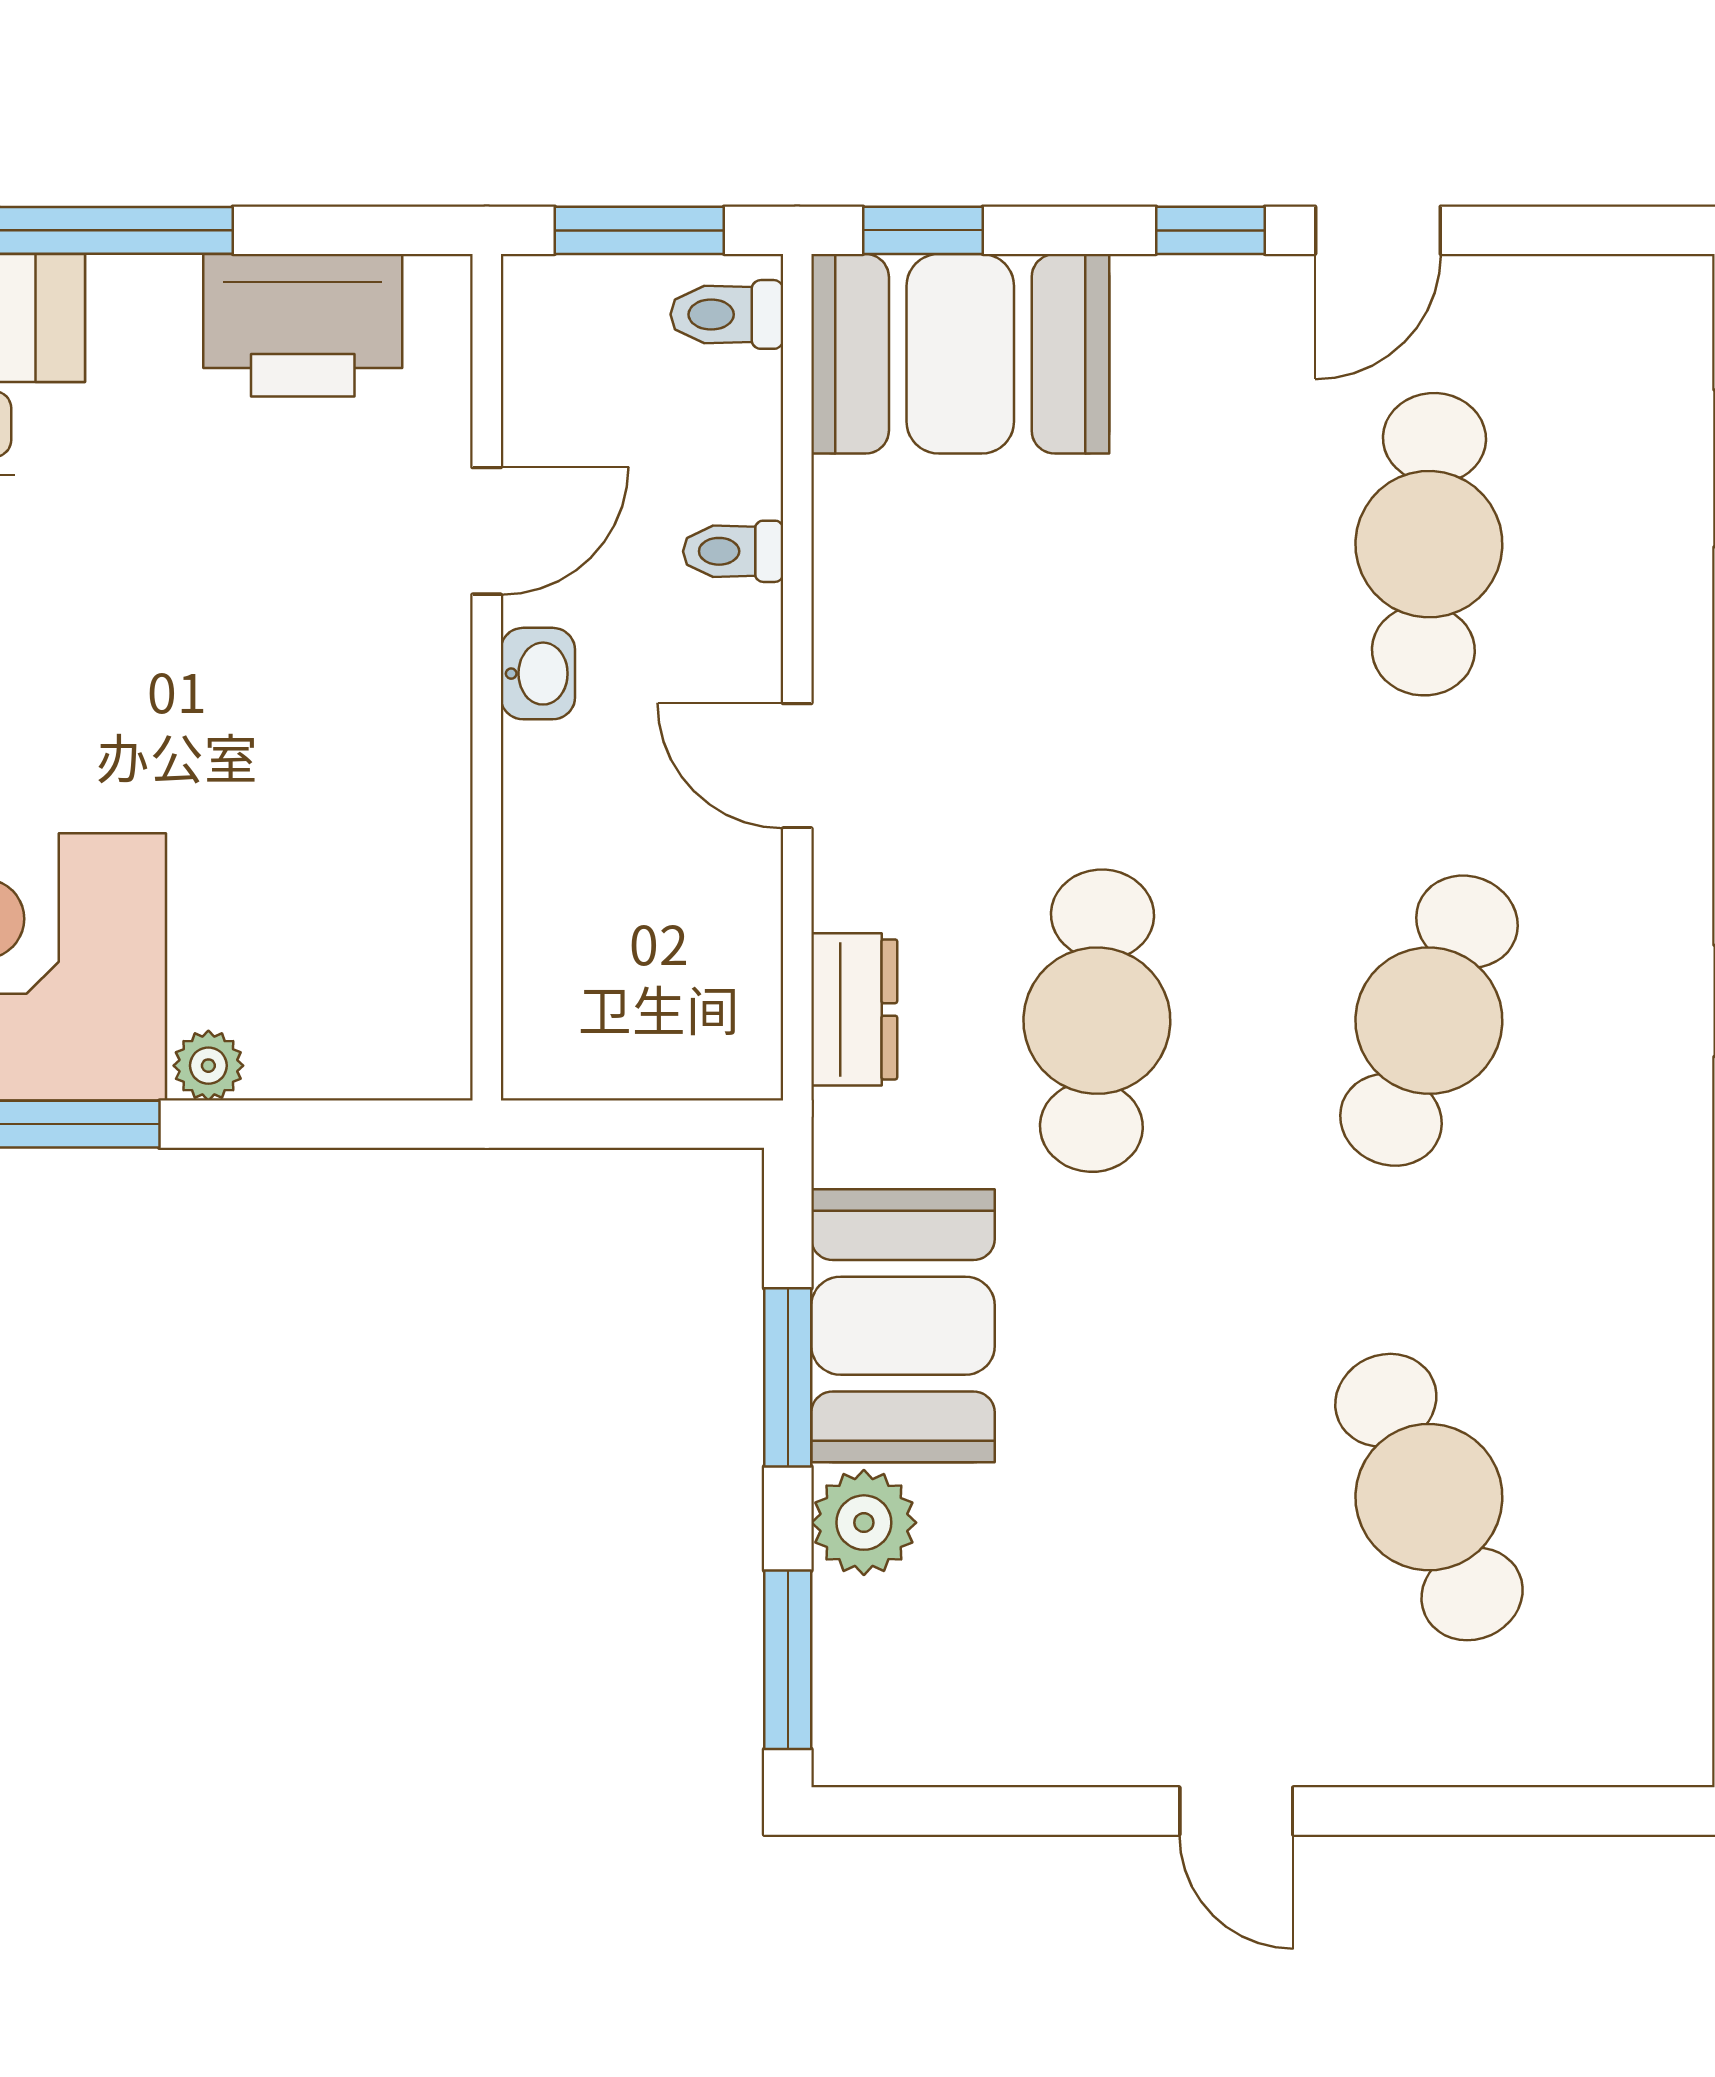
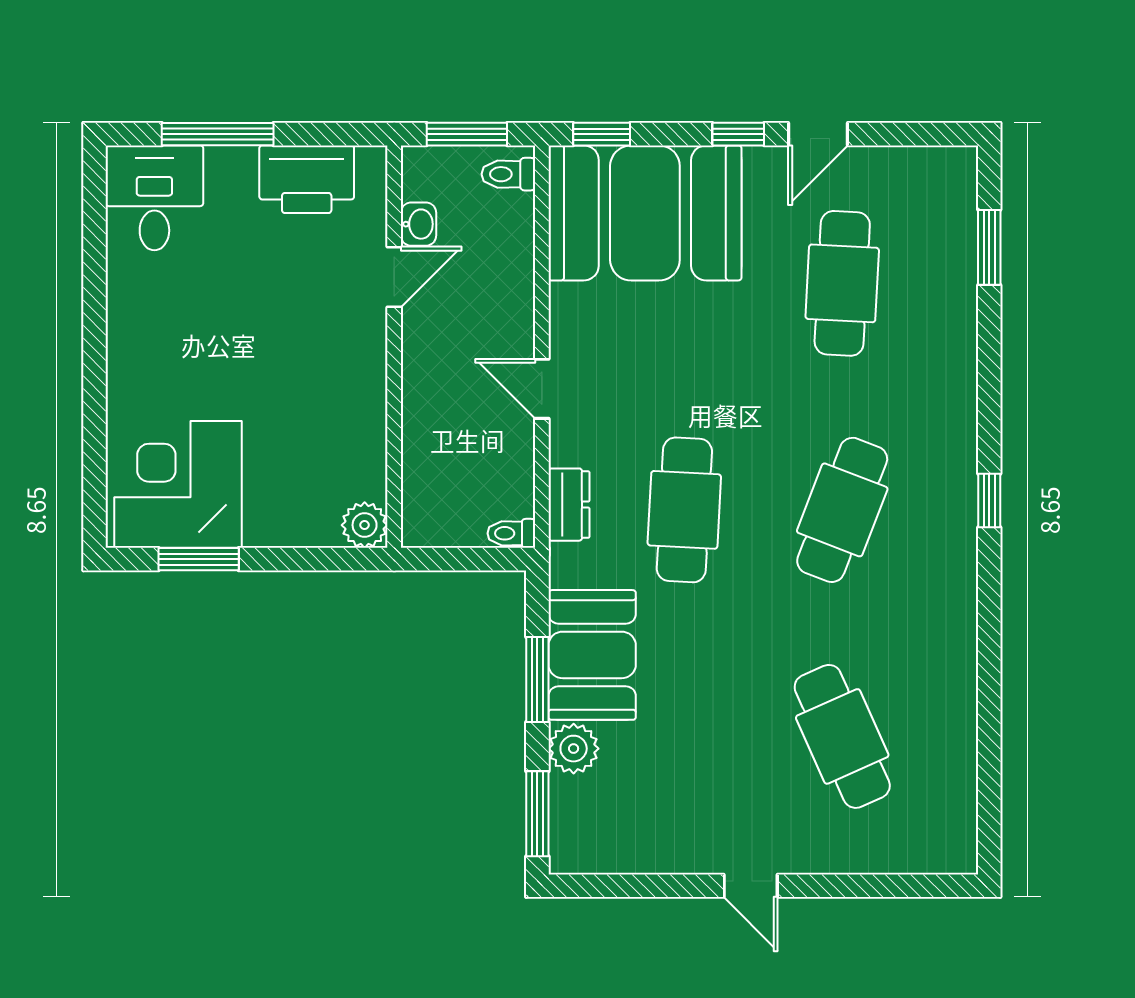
booth: (960, 354) -> (645, 213), width x1.36, depth x1.42
toilet: (733, 551) -> (511, 533), moved
washbasin: (538, 674) -> (419, 224), moved
plant: (208, 1066) -> (365, 525), moved, width x1.38, depth x1.38

